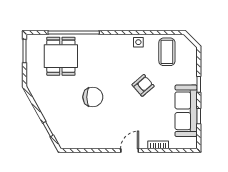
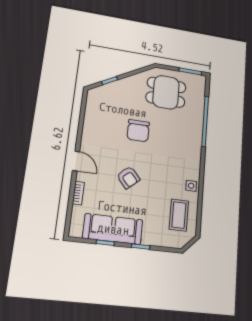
coffee table: (167, 52) -> (179, 215), turned 90
dining table: (61, 56) -> (166, 92), moved
armchair: (143, 85) -> (128, 177), moved

